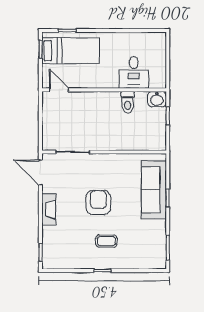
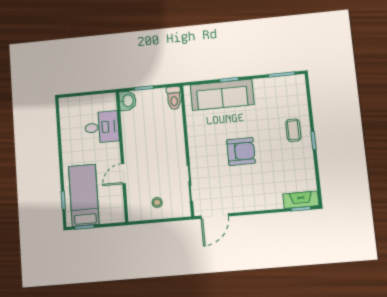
door: (59, 90) -> (123, 174), moved
toilet: (128, 102) -> (174, 98), moved, turned 90
stool: (58, 120) -> (157, 202), added
armchair: (98, 203) -> (241, 151), turned 180
fireplace: (49, 210) -> (301, 200), moved
coffee table: (106, 241) -> (293, 130), moved

